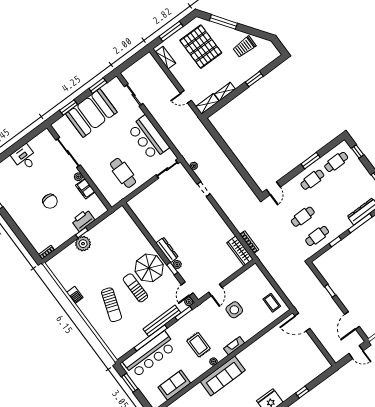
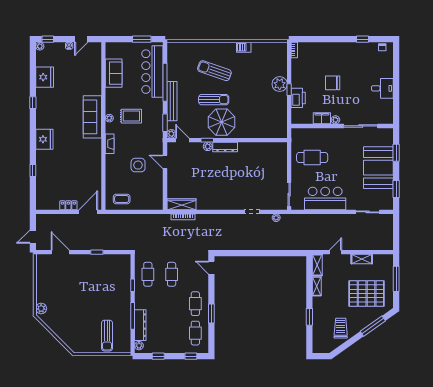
shelving: (165, 58) -> (362, 259), moved
locker: (309, 342) -> (68, 205), added

